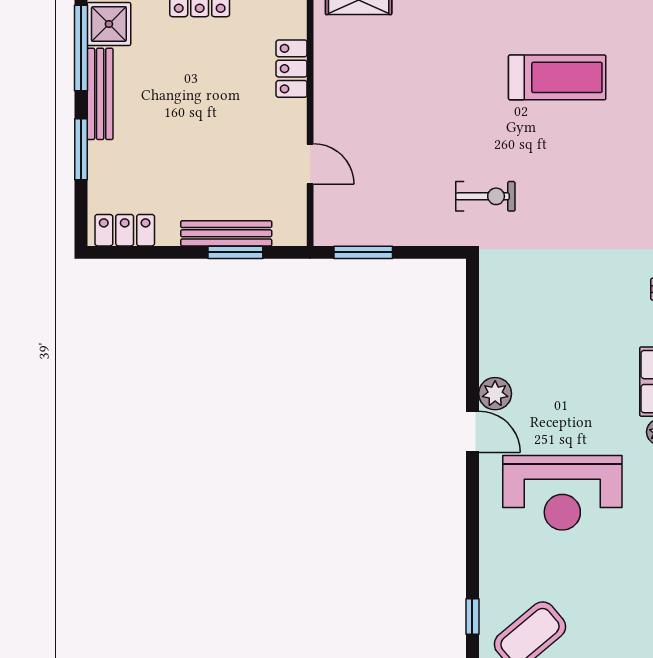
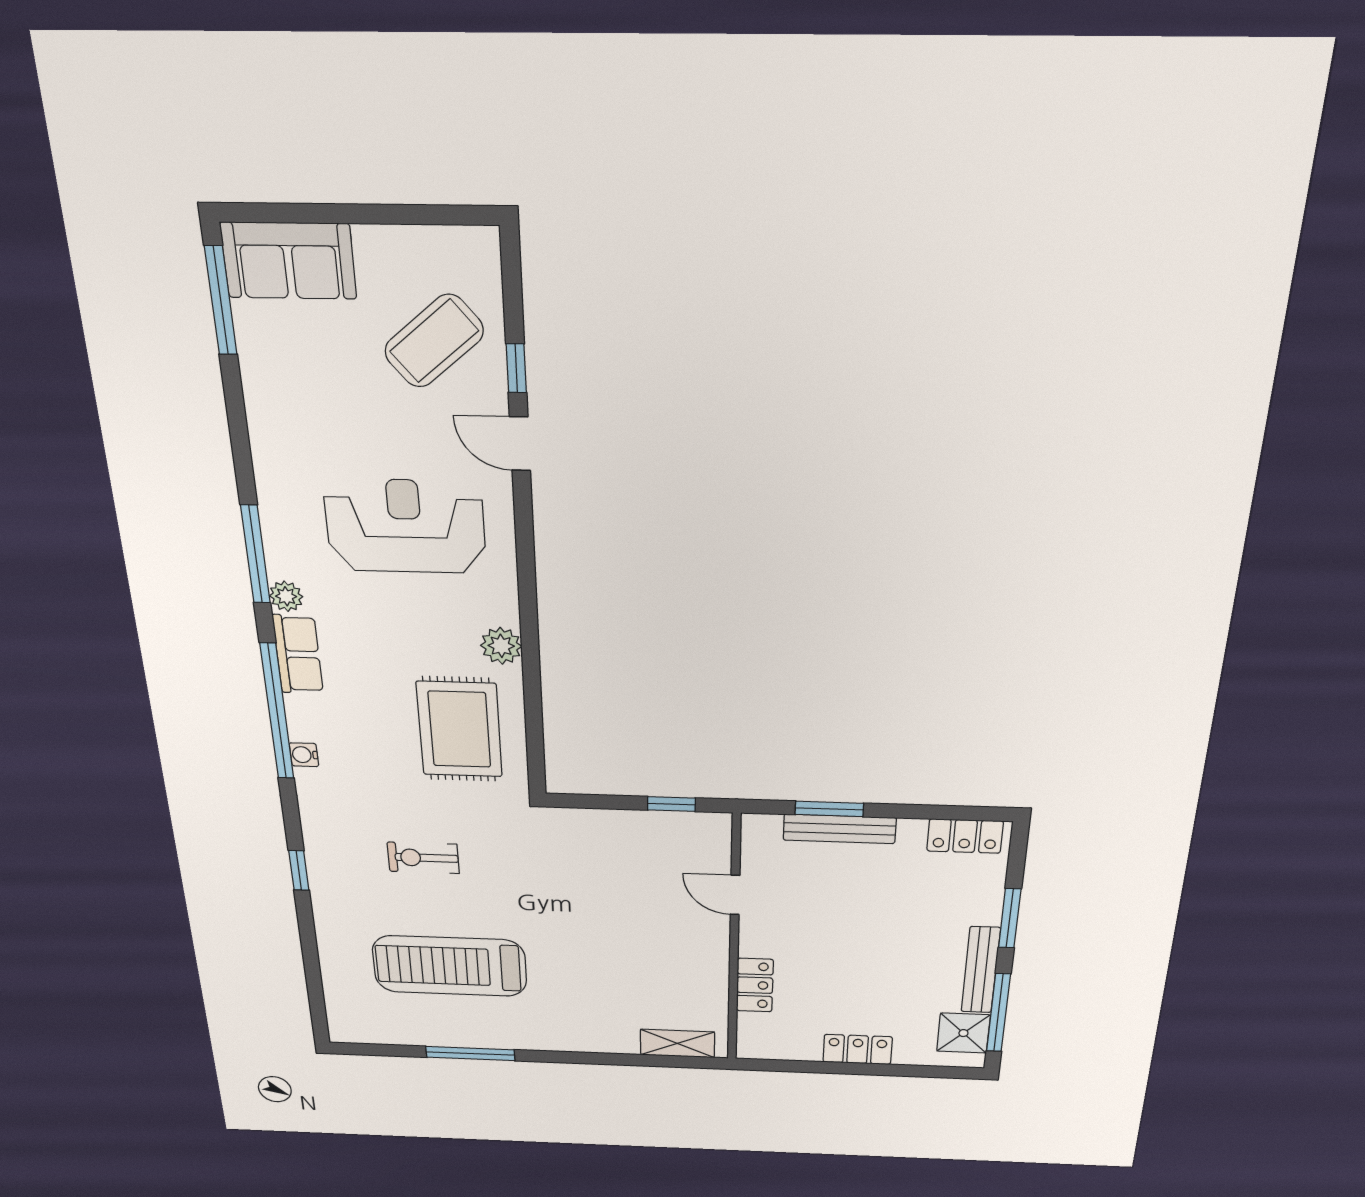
treadmill: (557, 77) -> (450, 966), width x1.37, depth x1.38
exercise bike: (485, 196) -> (423, 858), moved
window: (363, 252) -> (671, 804), width x0.67
rug: (533, 317) -> (459, 729), added
door: (472, 432) -> (520, 444), moved

